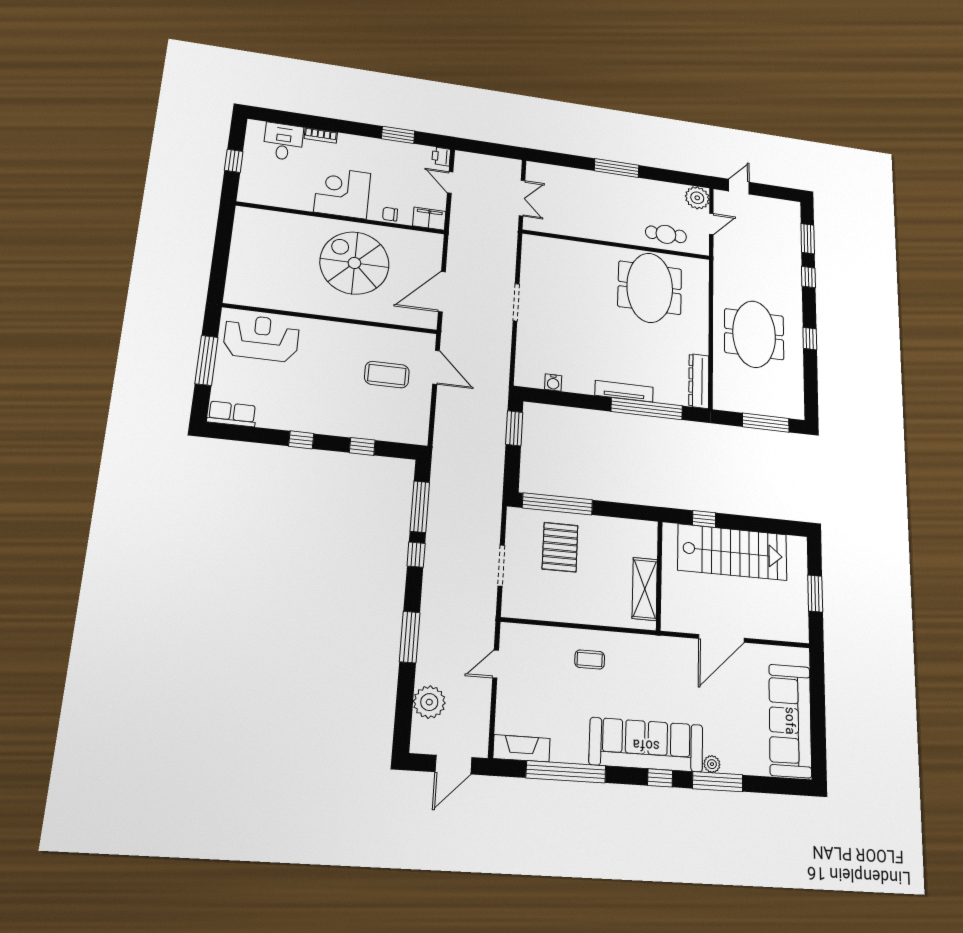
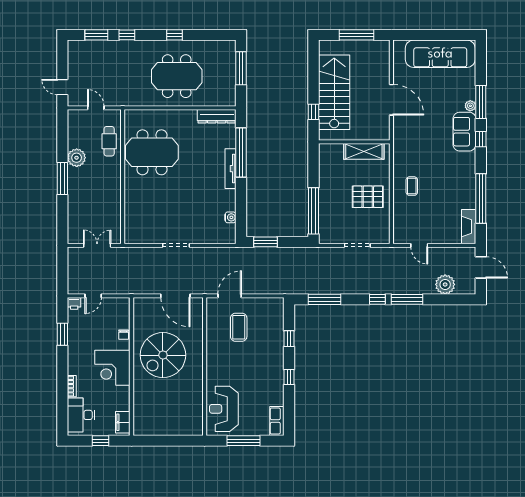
desk: (283, 142) -> (81, 415), width x1.37
plant: (697, 198) -> (77, 158), moved
filing cabinet: (429, 219) -> (123, 422), moved
pallet: (560, 547) -> (368, 197), moved
window: (416, 555) -> (377, 299), moved
window: (815, 594) -> (356, 35), width x1.44
sofa: (646, 745) -> (464, 132), width x0.54, depth x0.79

